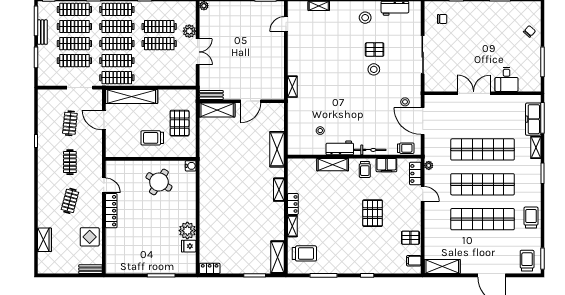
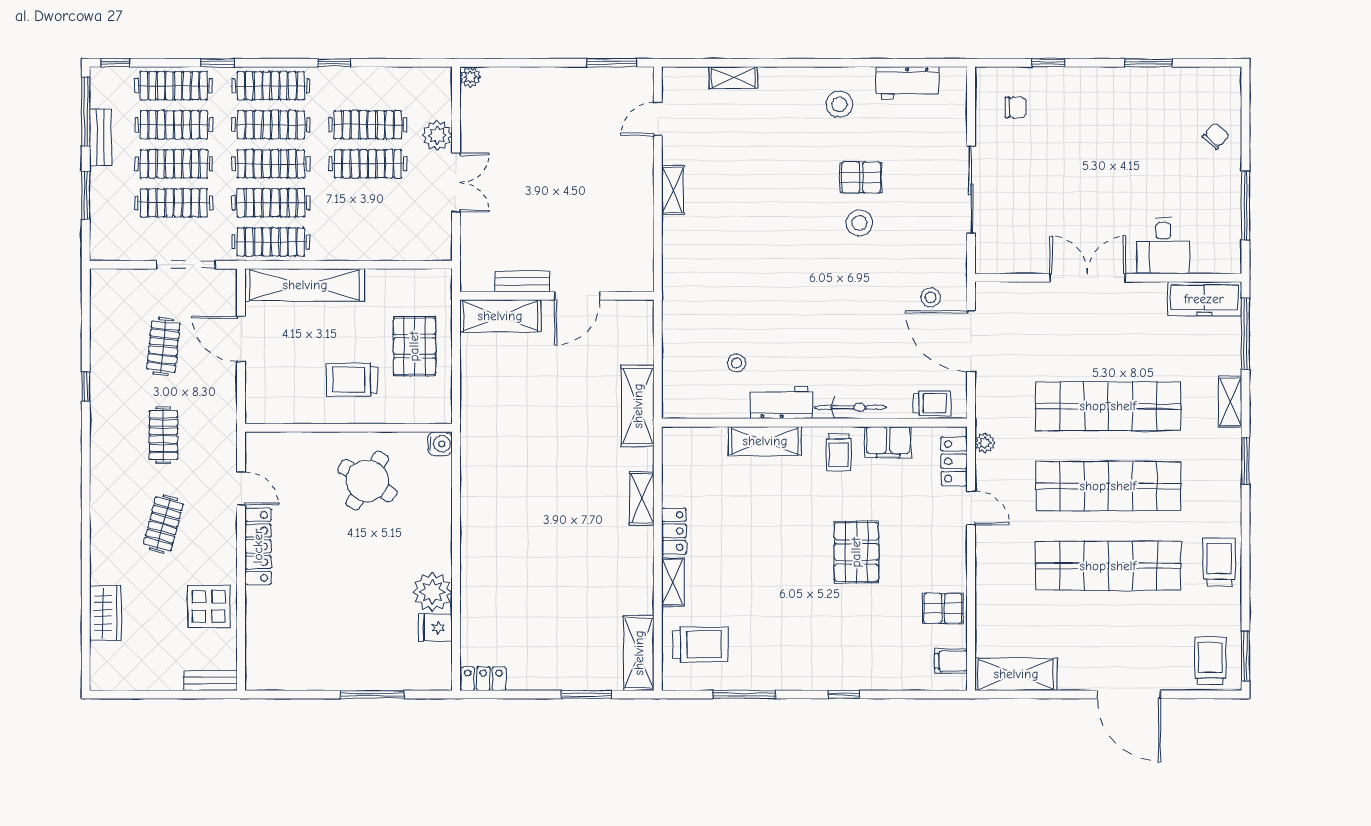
shelving: (292, 87) -> (673, 190), moved
bench: (211, 95) -> (522, 282), moved
freezer: (533, 119) -> (1204, 299), moved, turned -90

